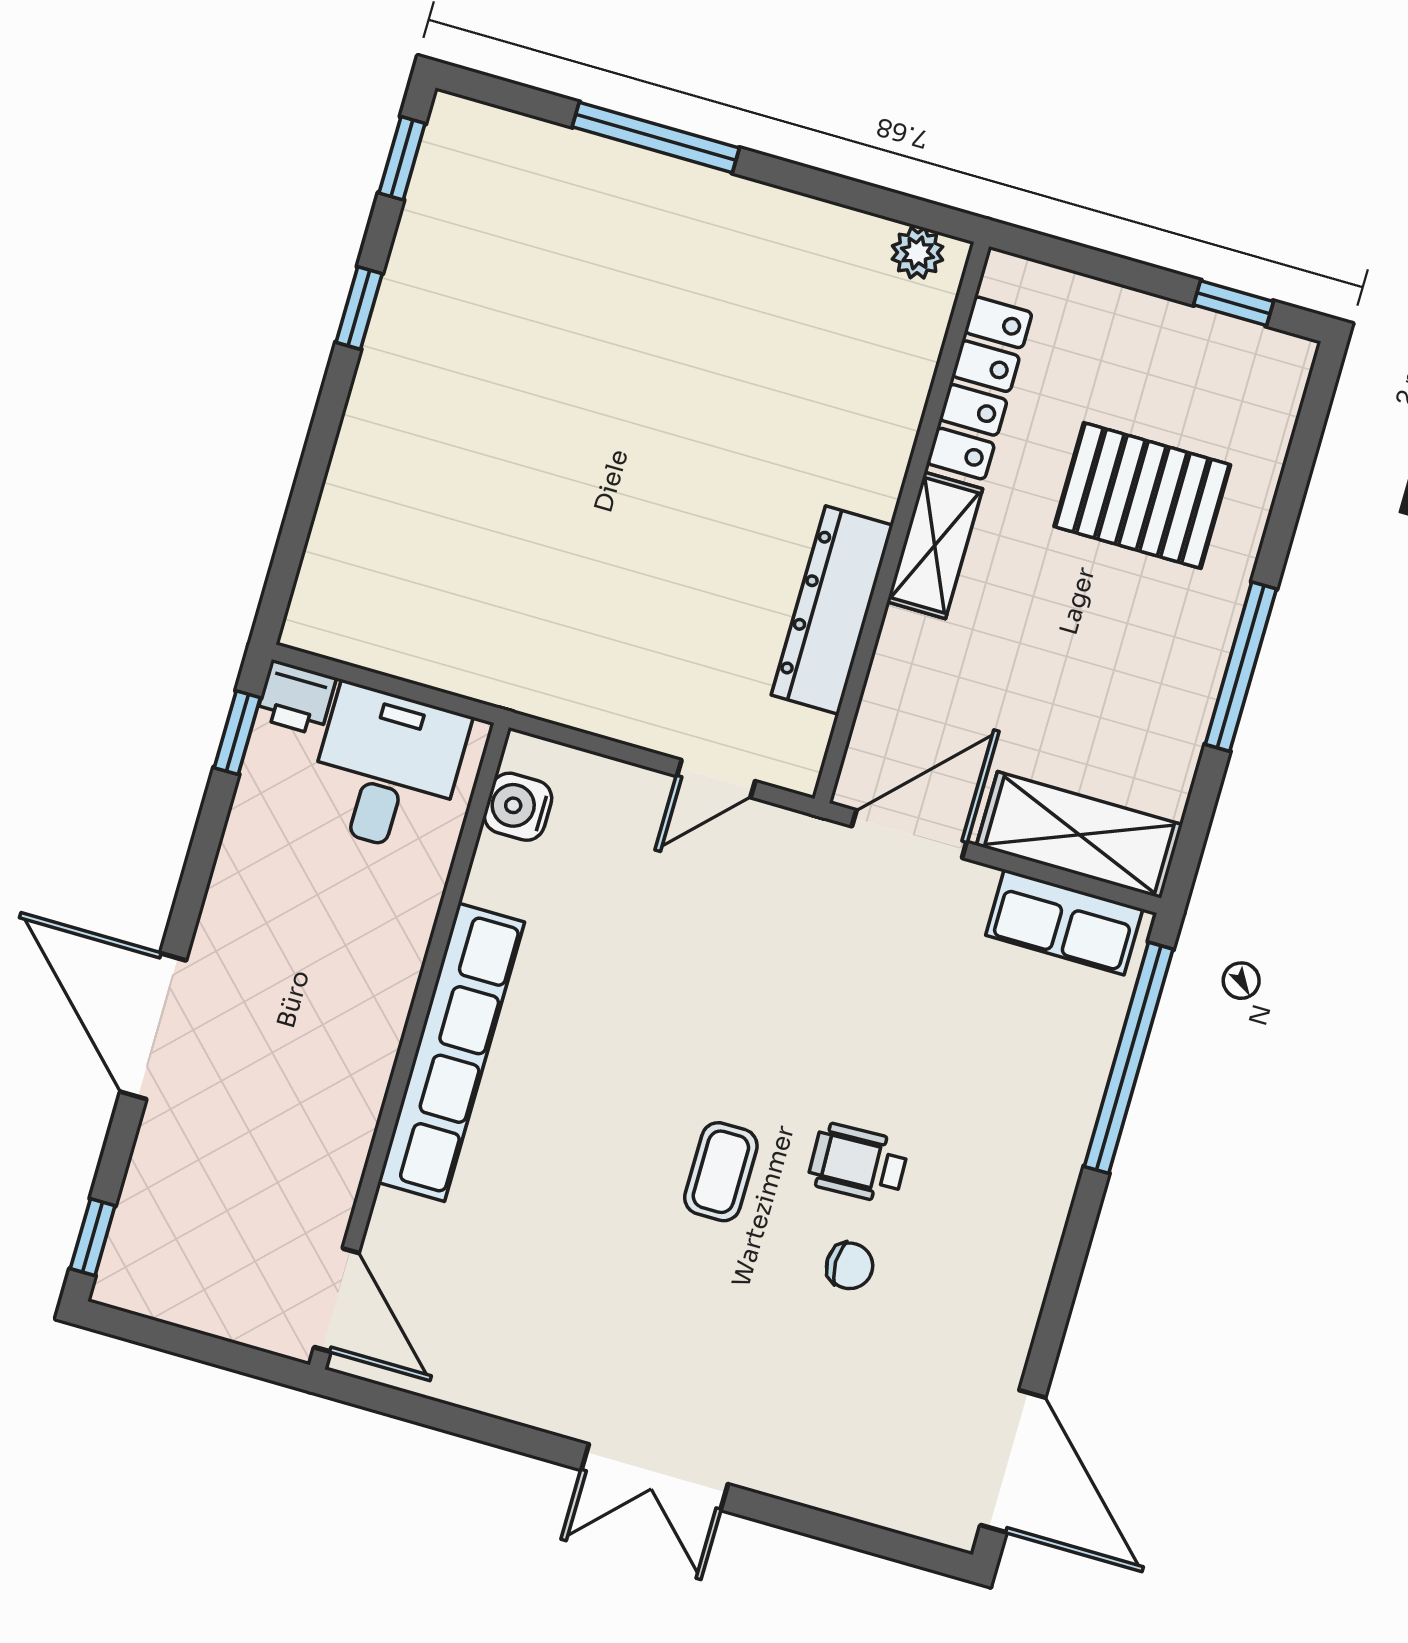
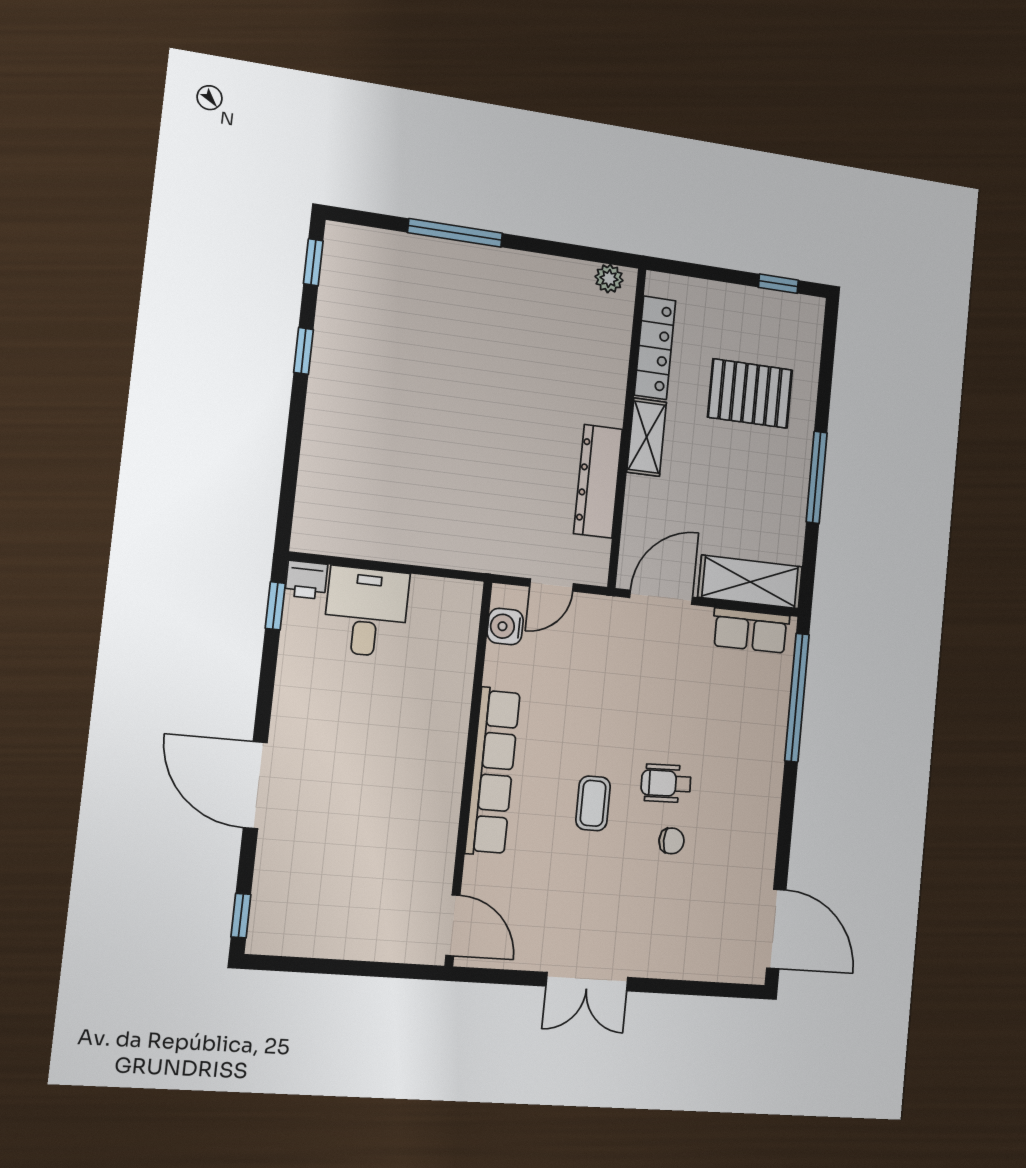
water cooler: (518, 807) -> (505, 626), moved
wall: (409, 1046) -> (468, 773), moved
row of seats: (451, 1052) -> (493, 771), moved
door: (337, 1300) -> (453, 925), moved

